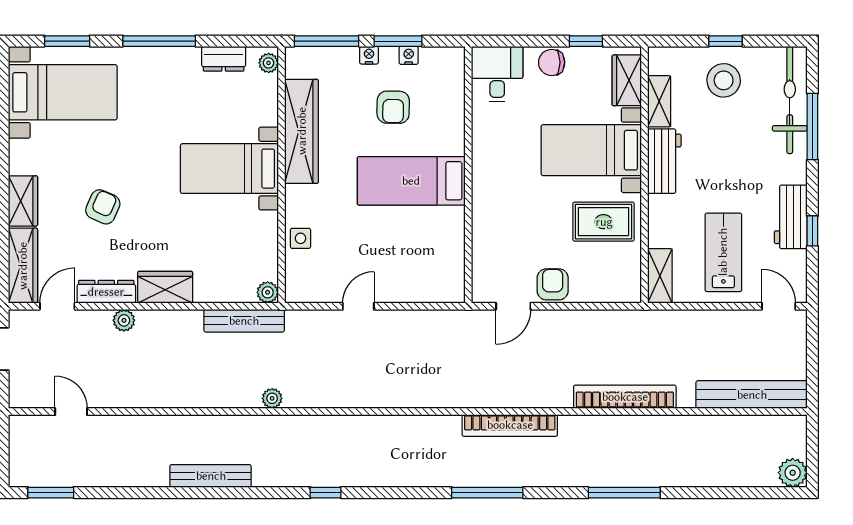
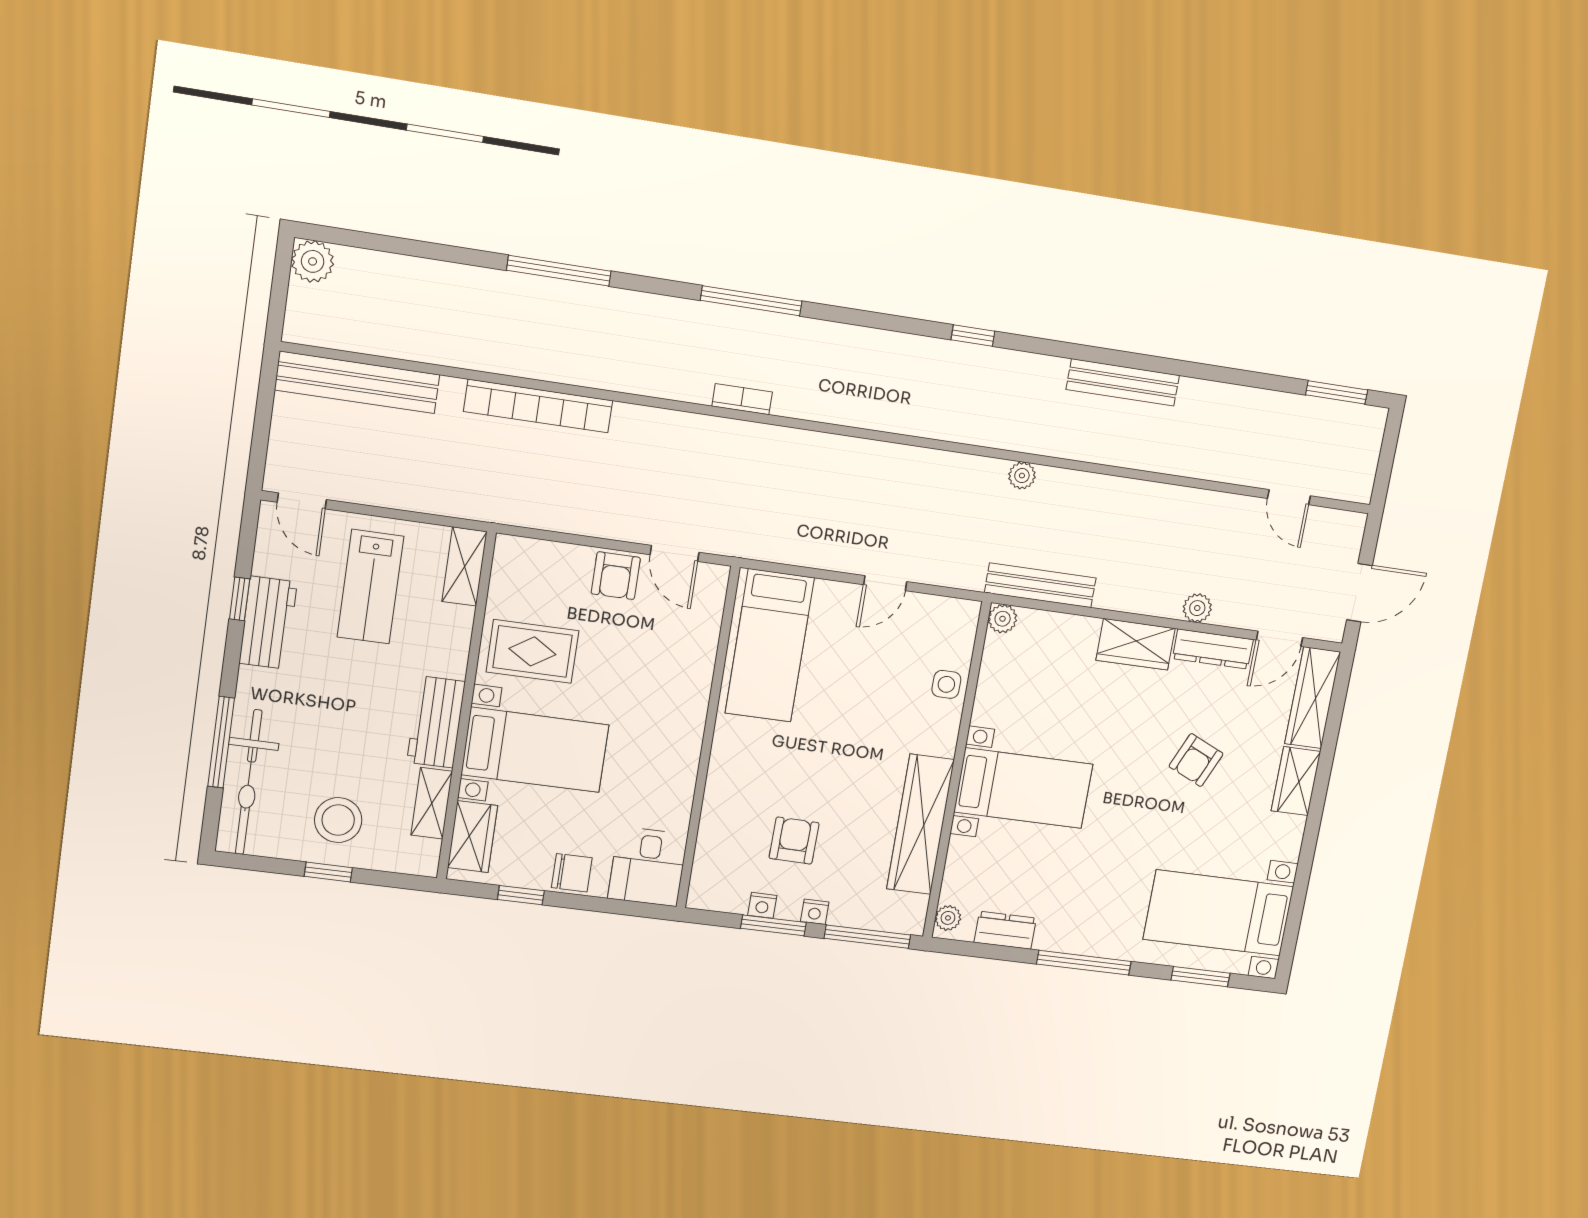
bed: (411, 181) -> (770, 646), moved, turned 90
door: (513, 306) -> (675, 553), swing flipped
bookcase: (510, 425) -> (742, 399), width x0.43, depth x0.76

